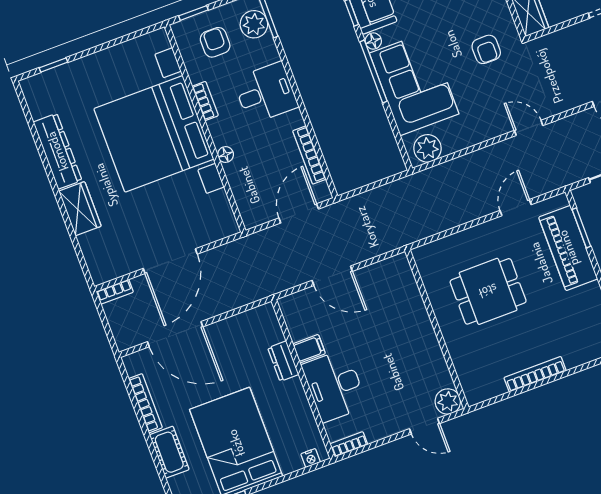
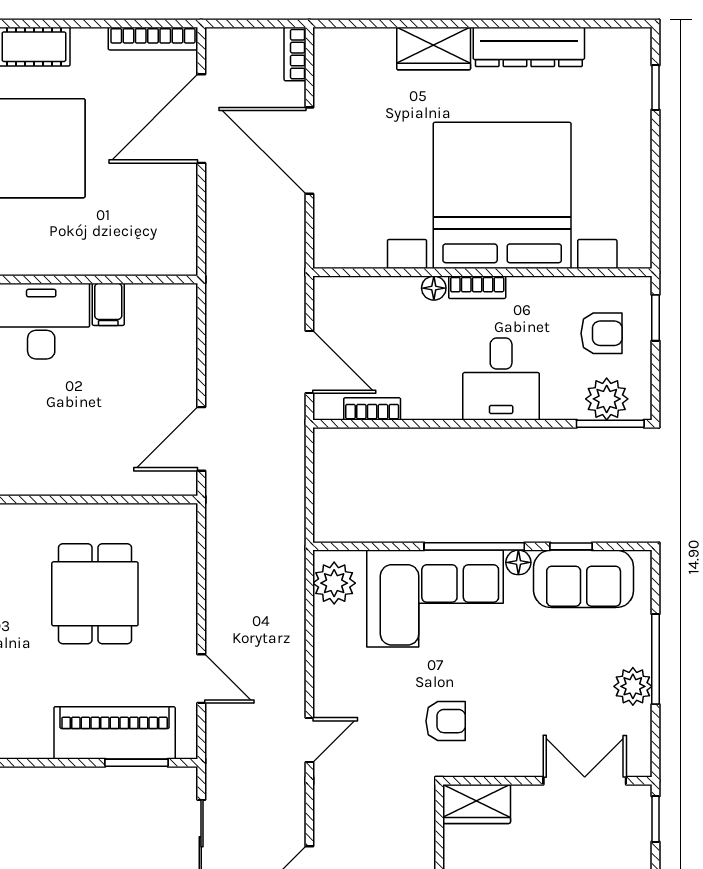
armchair: (486, 49) -> (446, 721), turned 180
bookcase: (205, 101) -> (477, 287), moved
bookcase: (309, 155) -> (372, 409), width x0.64
door: (332, 276) -> (201, 439), moved
dresser: (283, 361) -> (104, 260), removed
bookcase: (145, 403) -> (153, 39), moved

